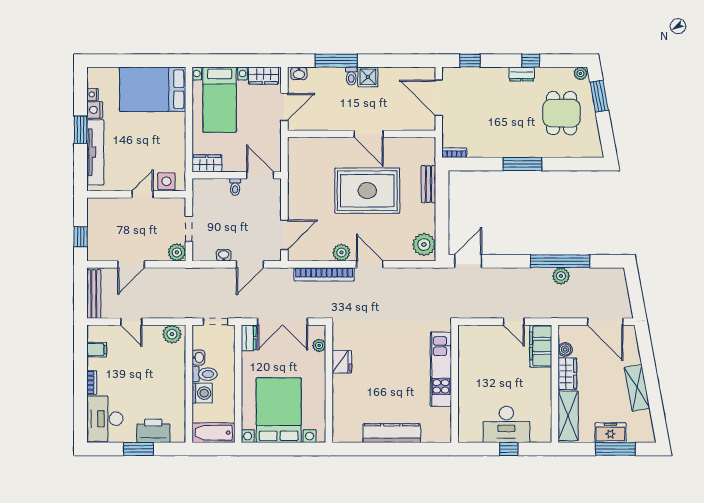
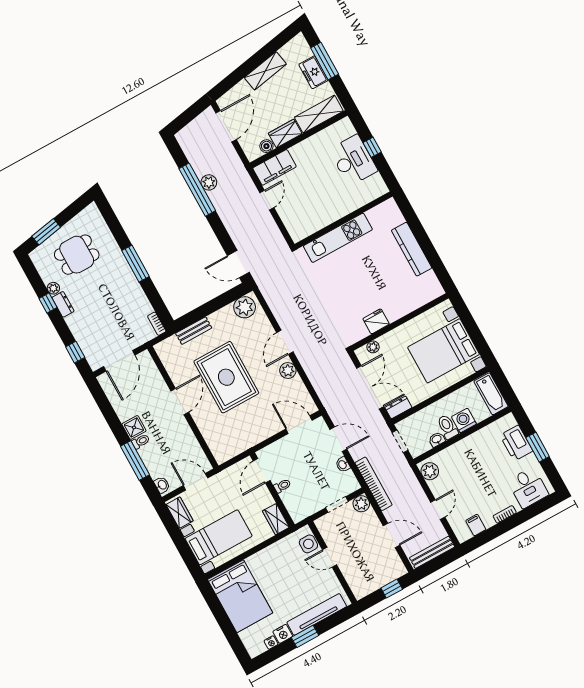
plant: (580, 73) -> (53, 288), moved
bookcase: (324, 274) -> (373, 484), moved
desk: (105, 419) -> (528, 488), width x0.73

